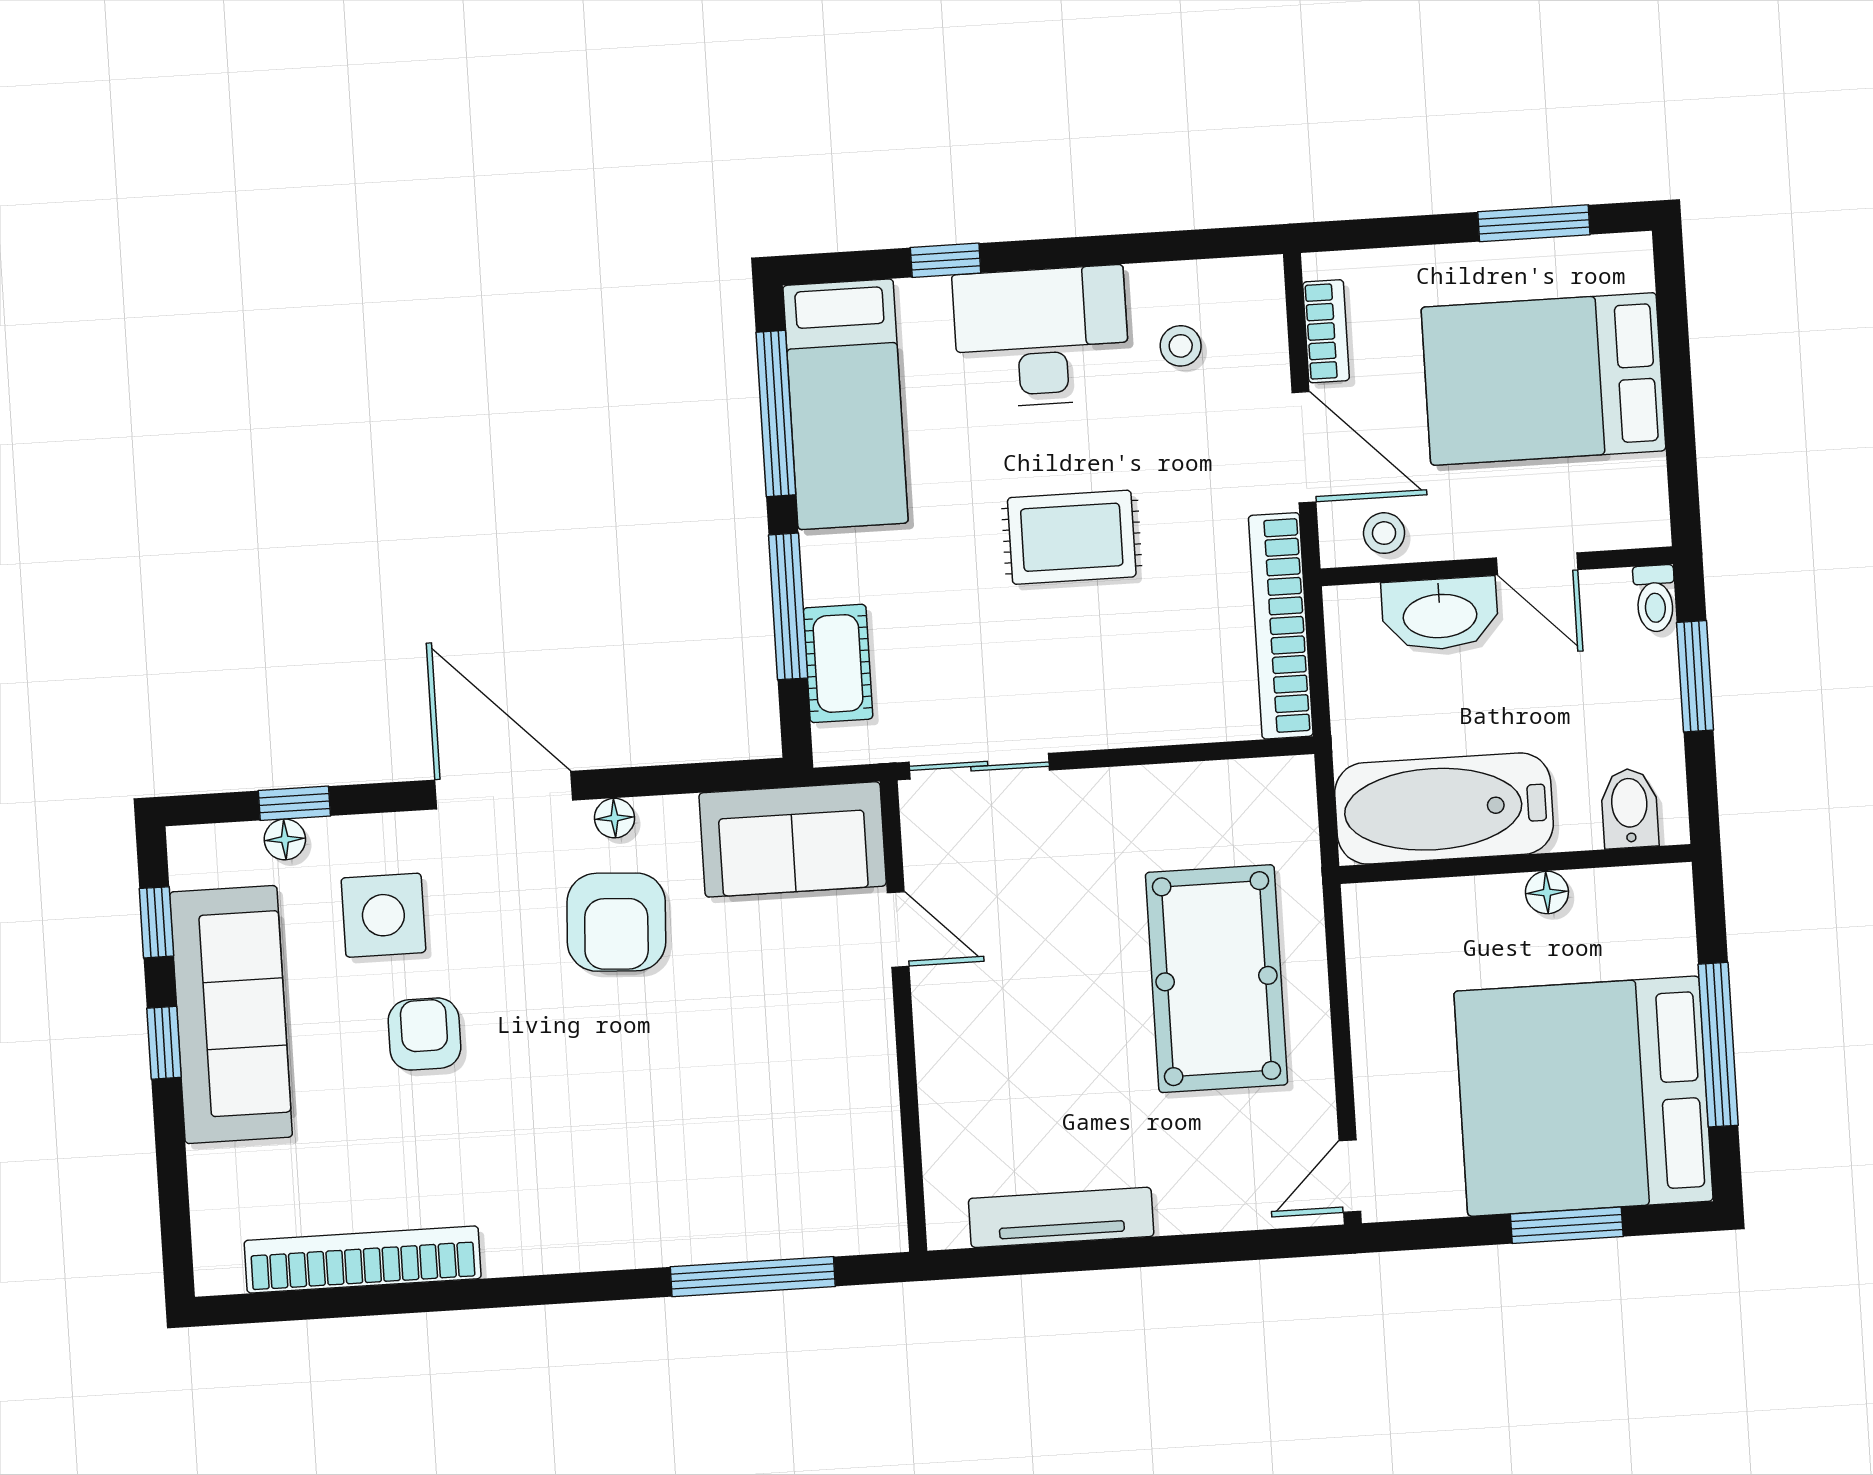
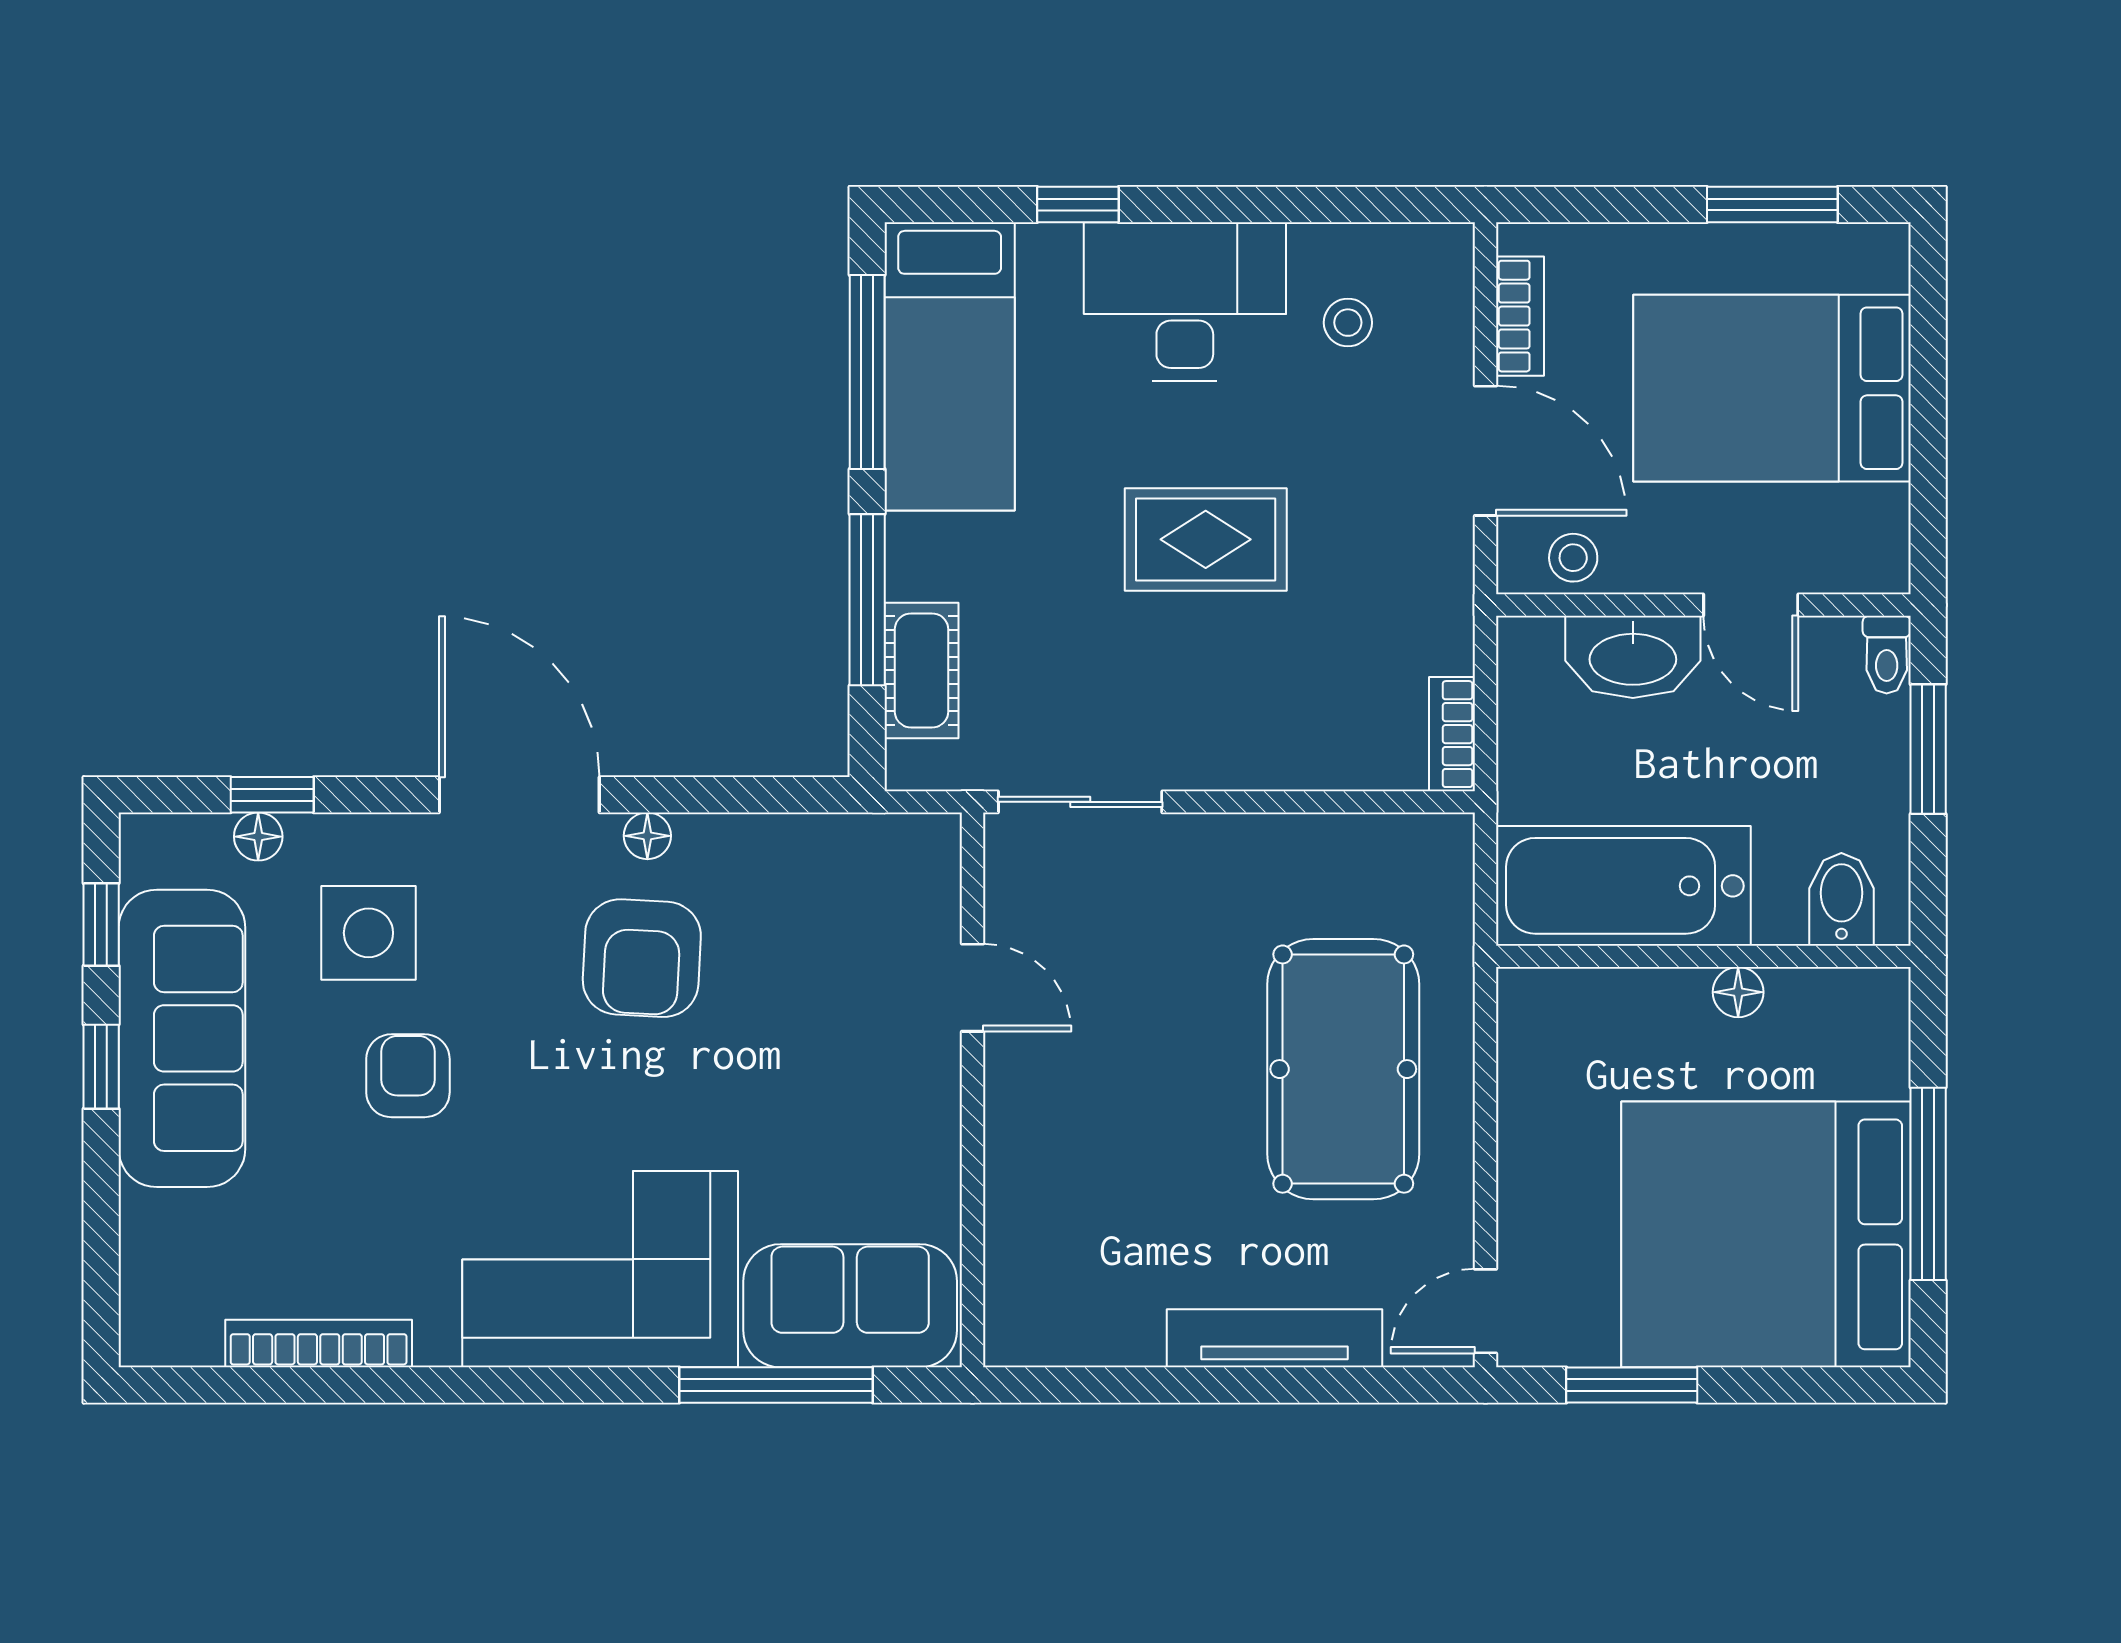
bookcase: (1281, 626) -> (1452, 734), width x0.43, depth x0.76
sofa: (793, 839) -> (850, 1306), moved, turned 180
corner sofa: (597, 1188) -> (600, 1269), added
tv unit: (1061, 1217) -> (1275, 1338), moved
window: (1567, 1225) -> (1632, 1385), moved
bookcase: (363, 1259) -> (319, 1344), width x0.68, depth x0.76

